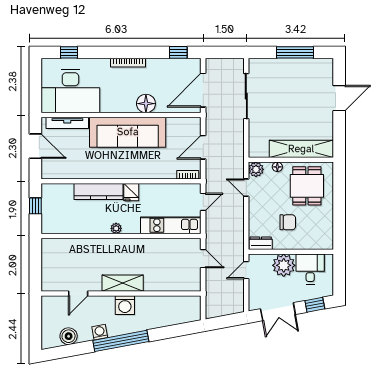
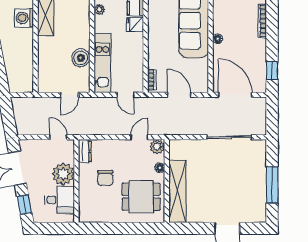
floor lamp: (146, 104) -> (218, 39), width x0.53, depth x0.53
boiler: (165, 247) -> (81, 58), added

